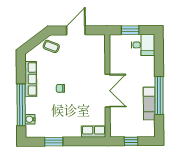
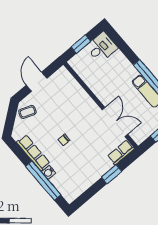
double door: (108, 91) -> (115, 122), moved
water cooler: (30, 119) -> (49, 172), moved
window: (54, 142) -> (112, 174), moved

